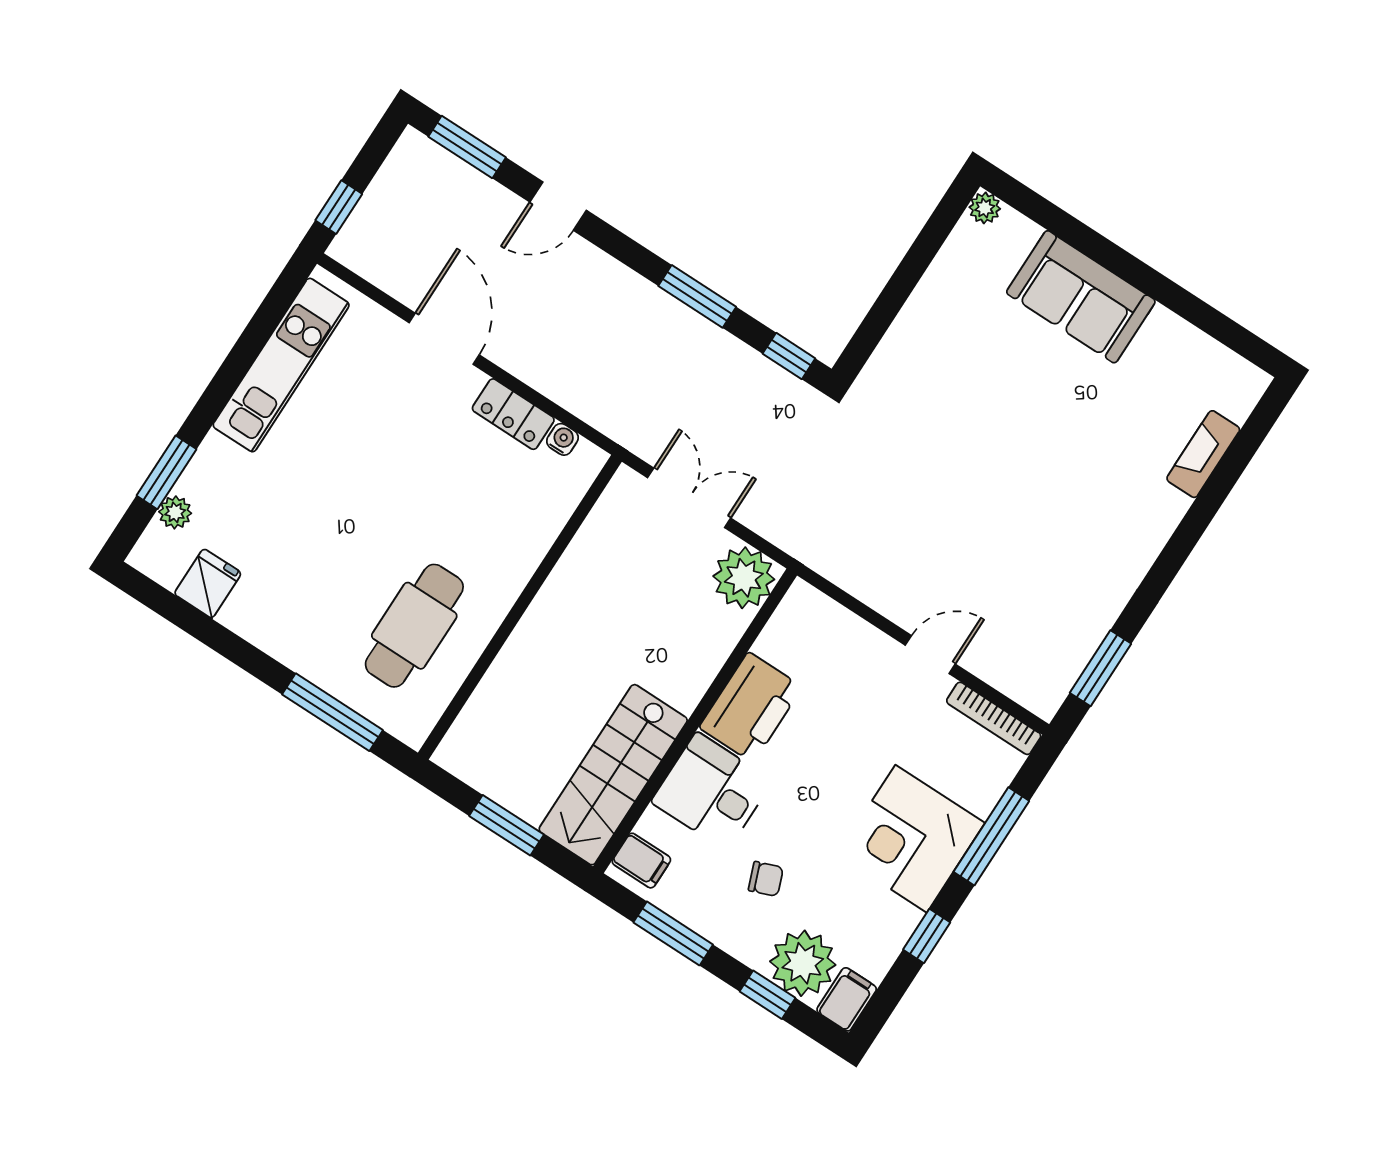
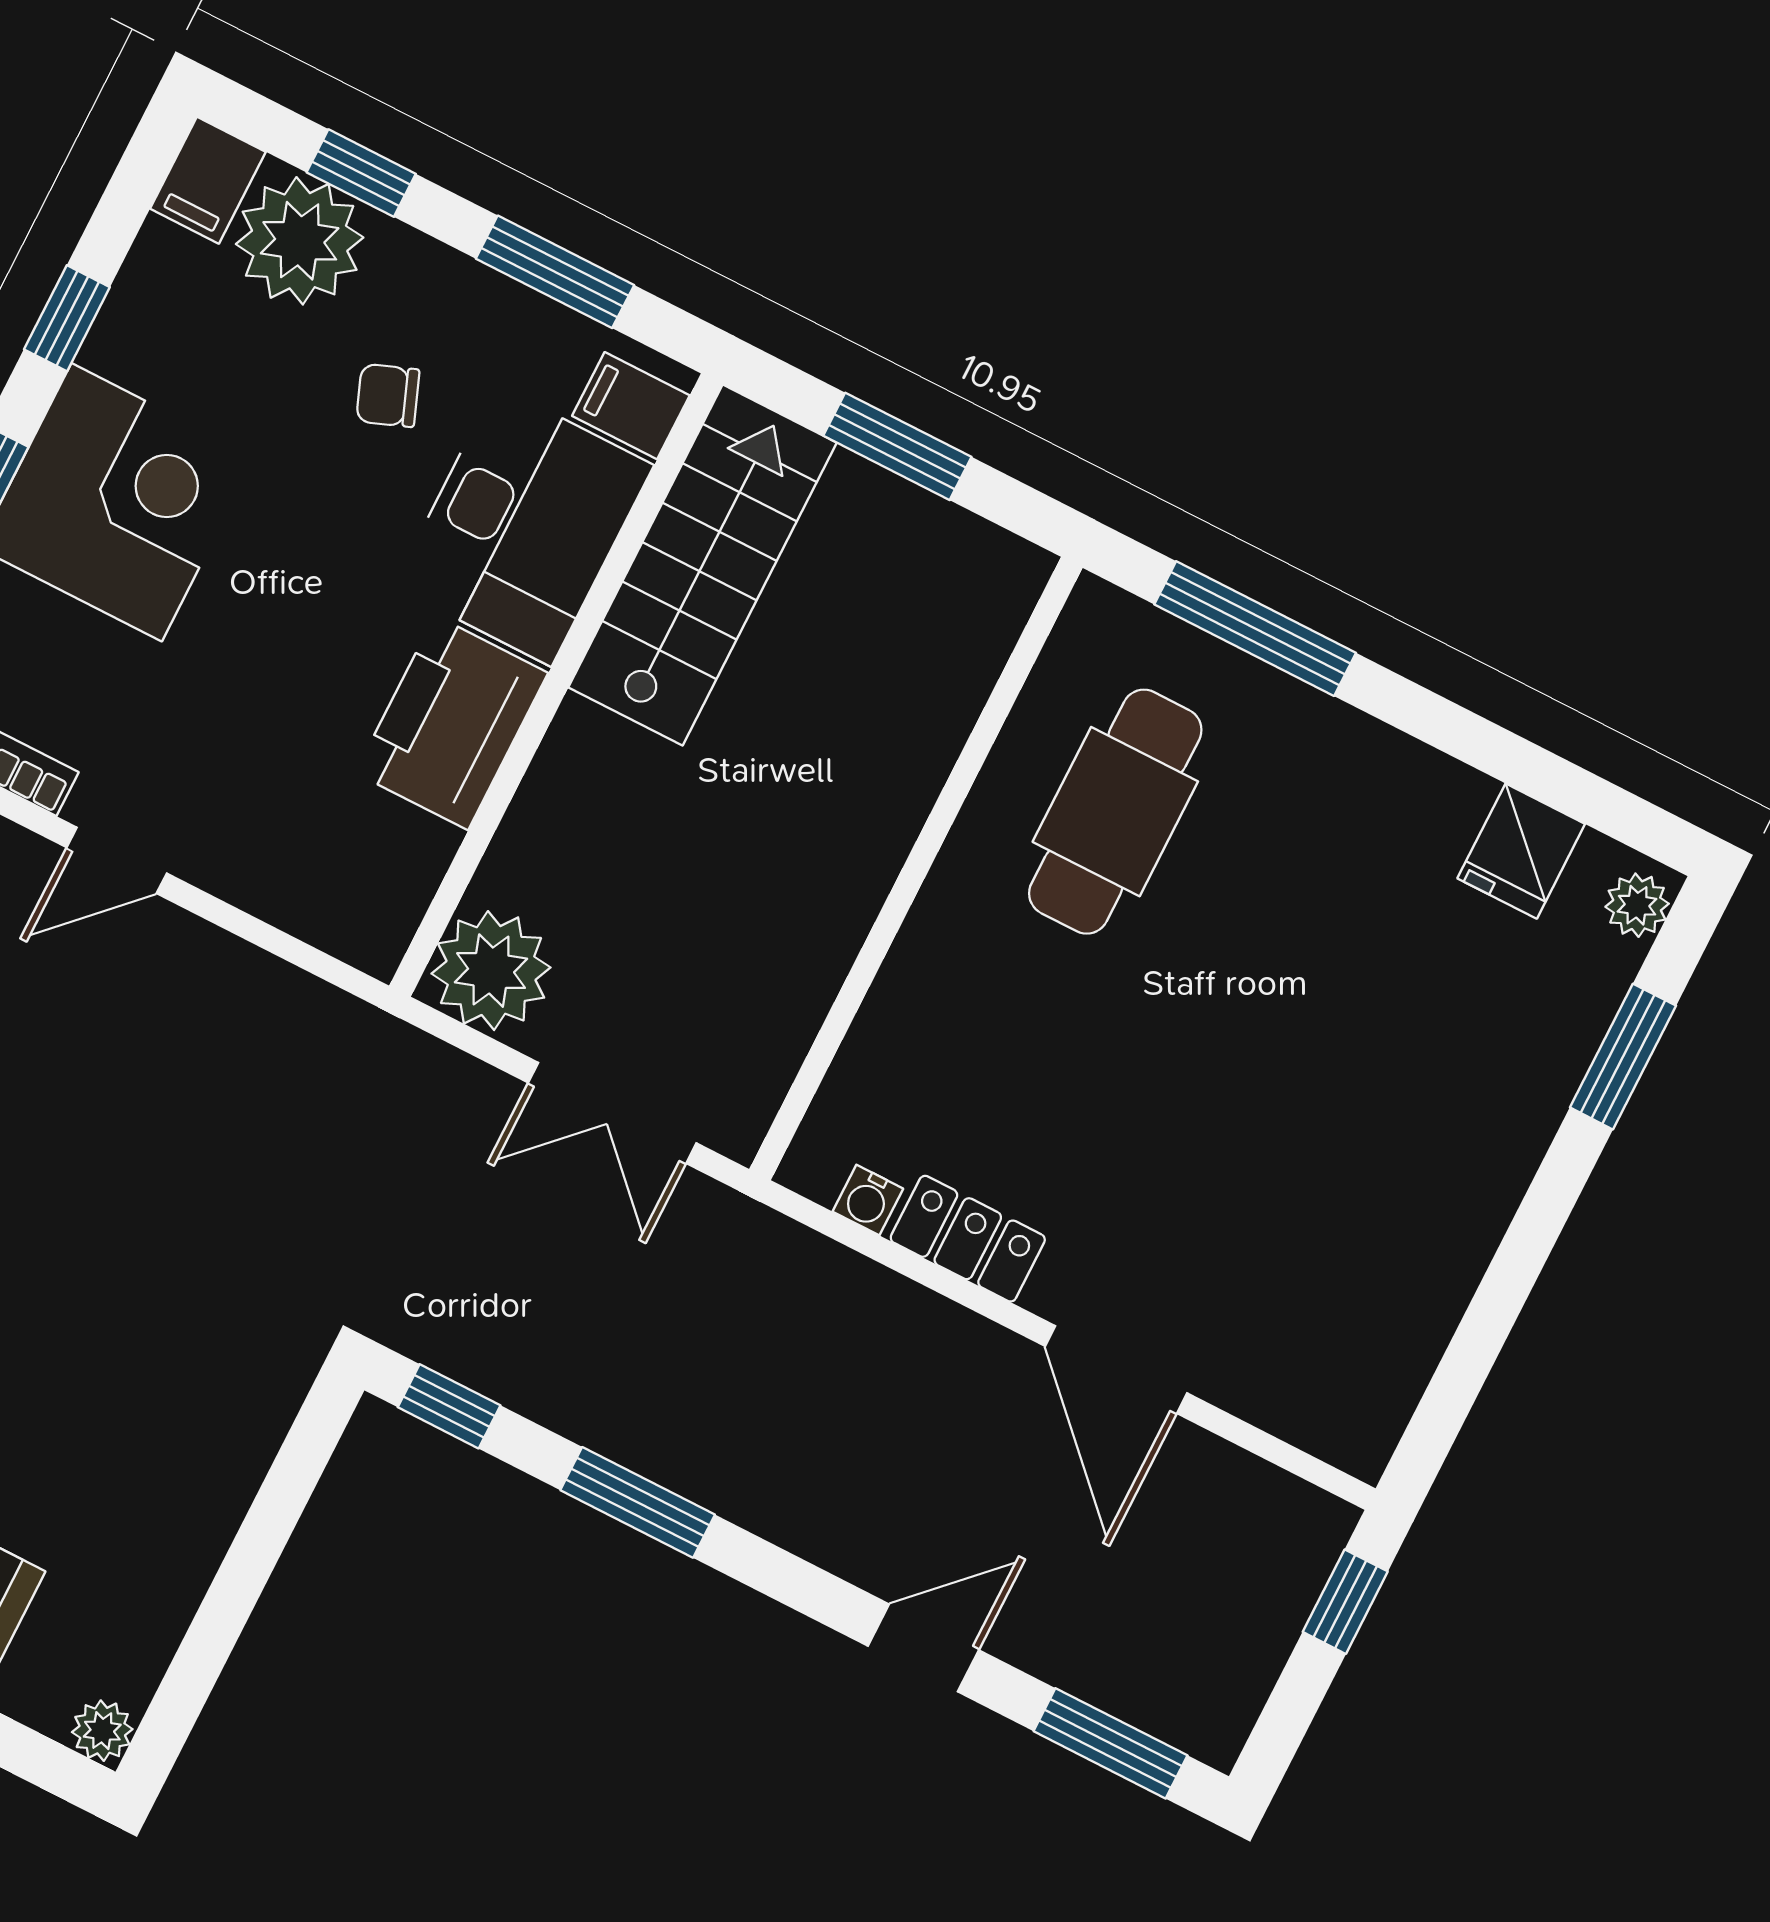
kitchen unit: (281, 365) -> (1424, 1286), removed
plant: (175, 512) -> (1637, 905), moved
desk: (712, 791) -> (524, 526), width x1.37

